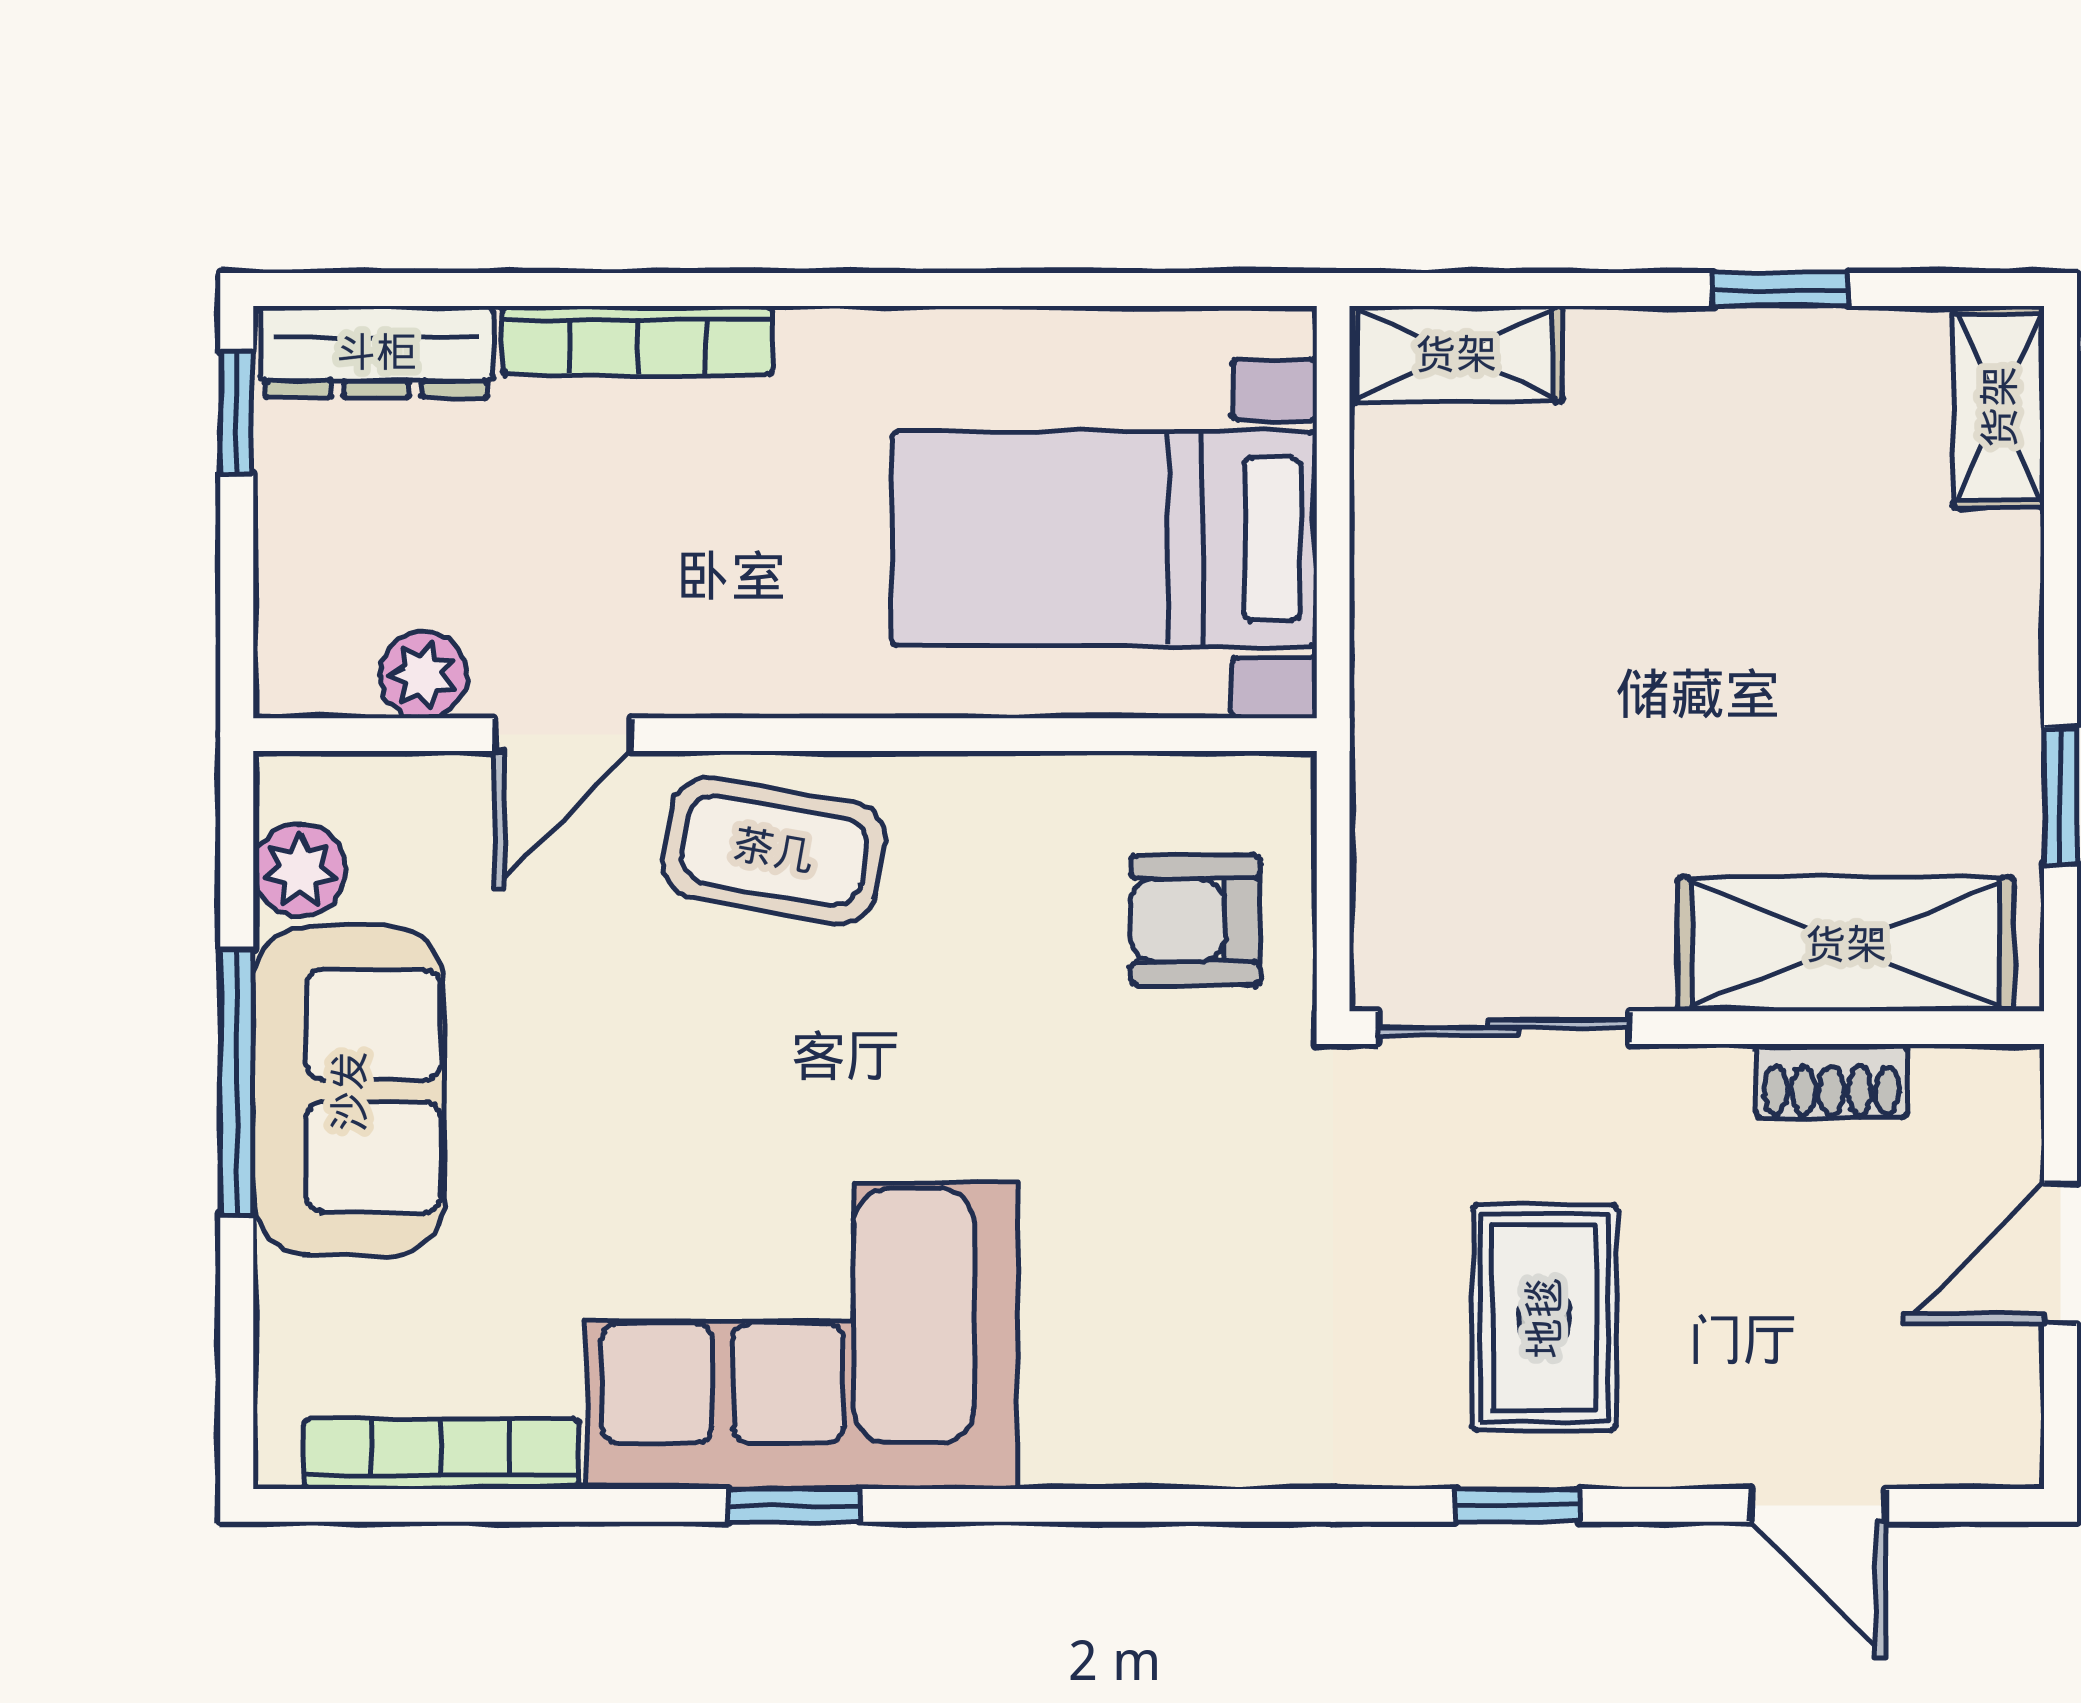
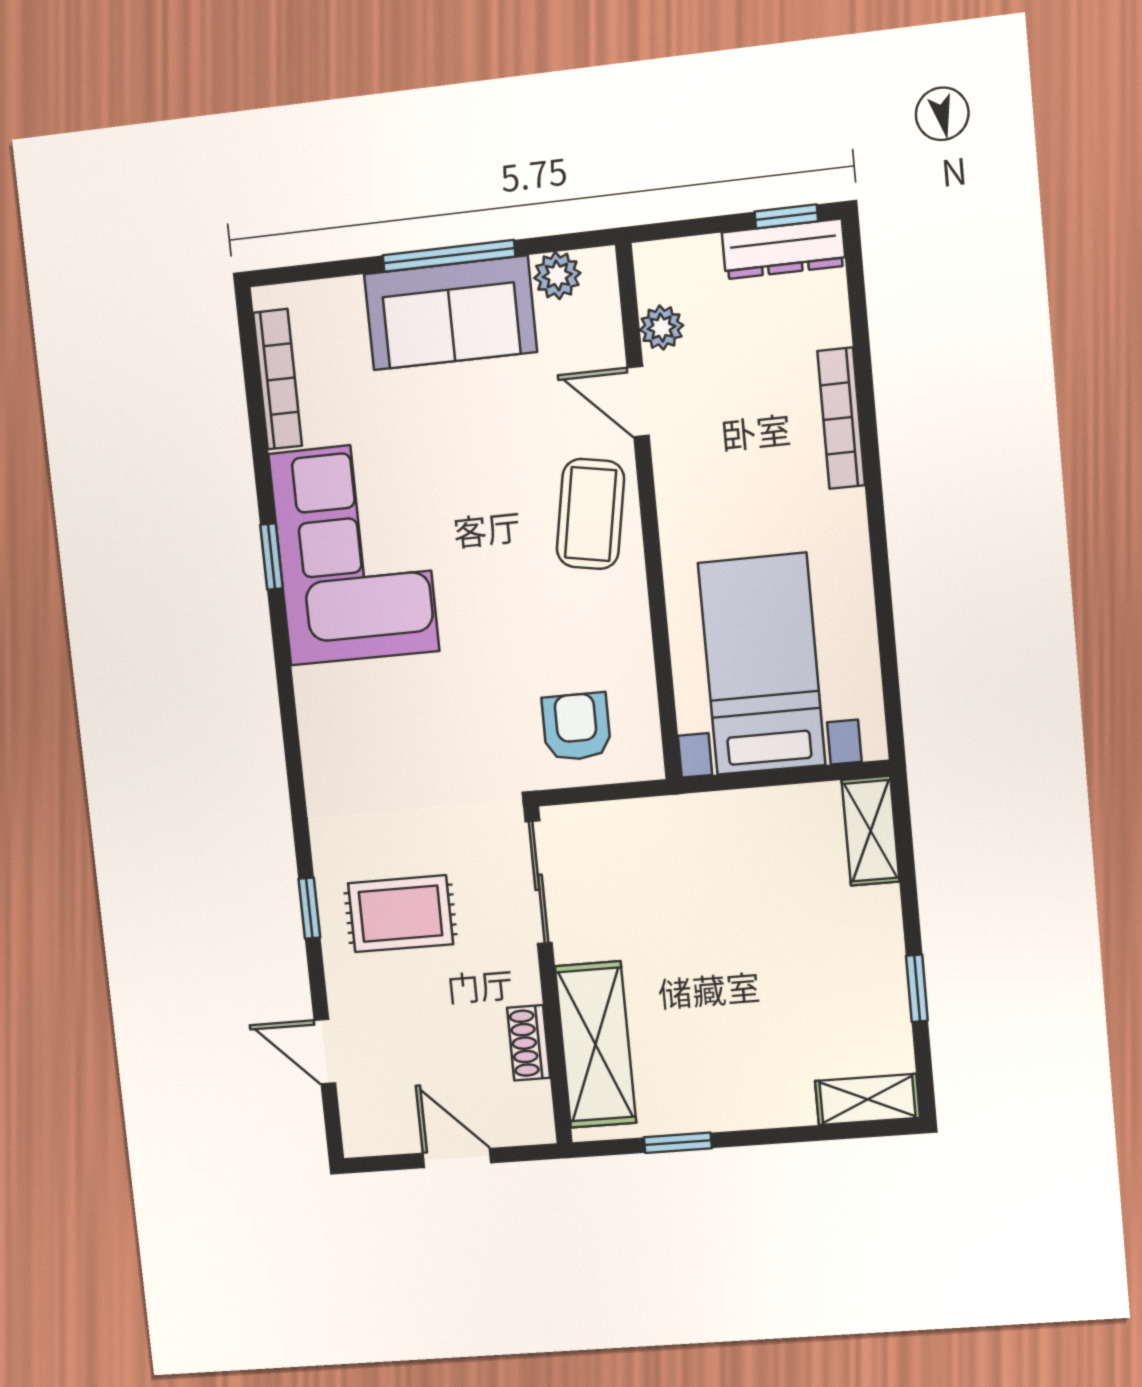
dresser: (376, 352) -> (784, 249), moved, turned -90
door: (1818, 1505) -> (325, 1052), hinge flipped

